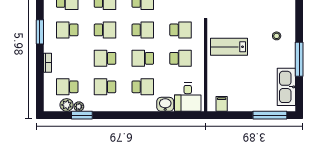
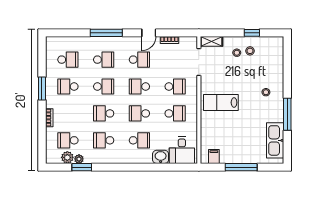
school desk: (143, 30) -> (139, 87), turned 180
window: (270, 115) -> (241, 167), moved

